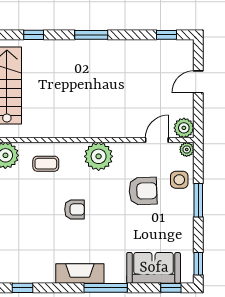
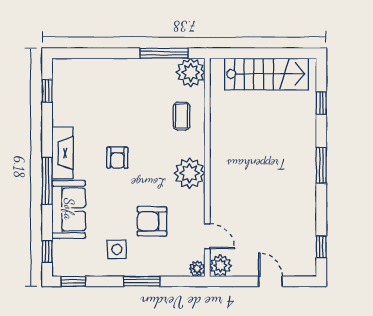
side table: (179, 180) -> (117, 249), moved
armchair: (143, 191) -> (152, 221), turned 92
armchair: (74, 209) -> (117, 158), moved
sofa: (154, 268) -> (69, 209), moved

